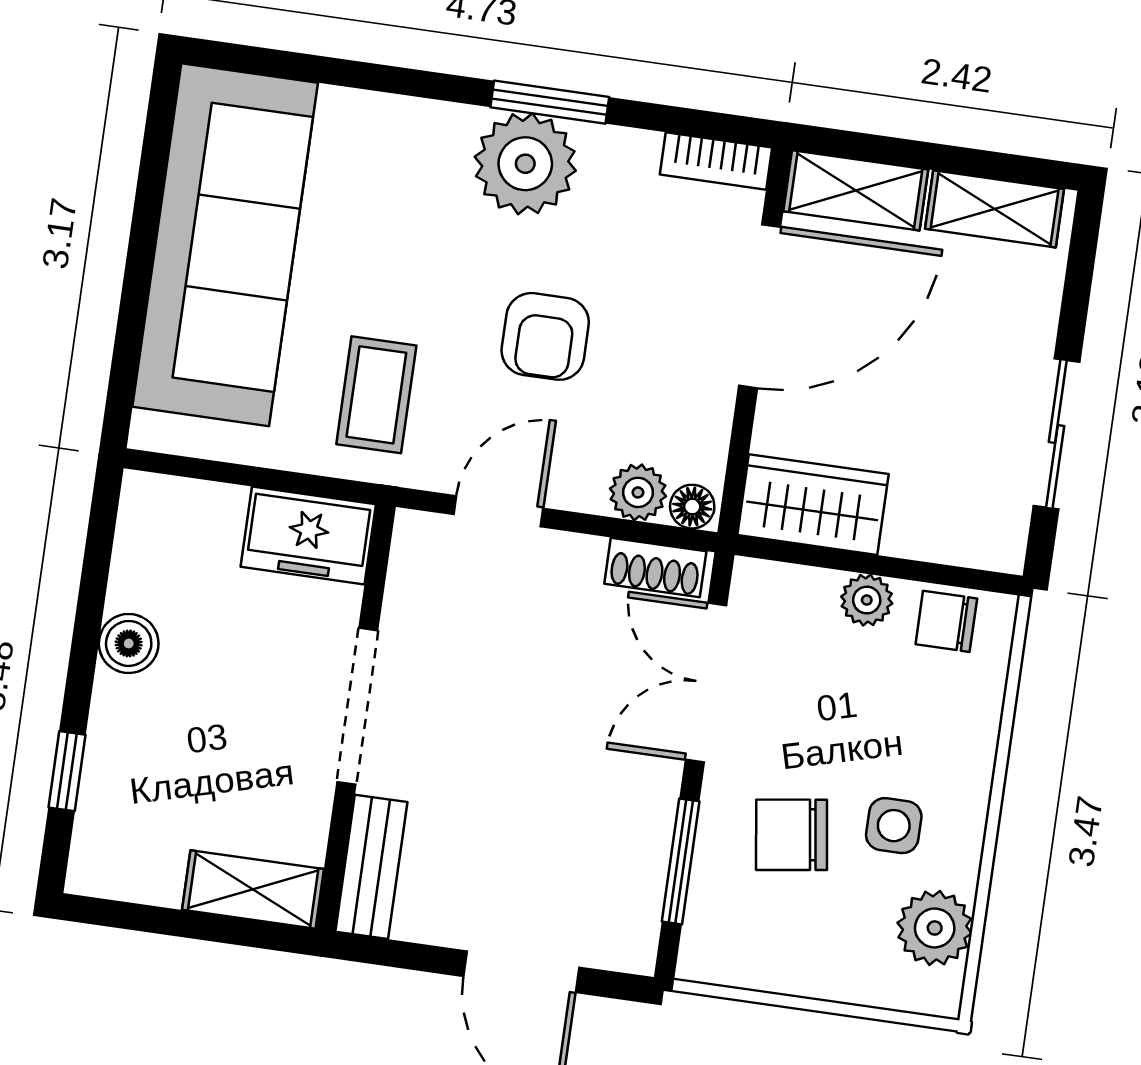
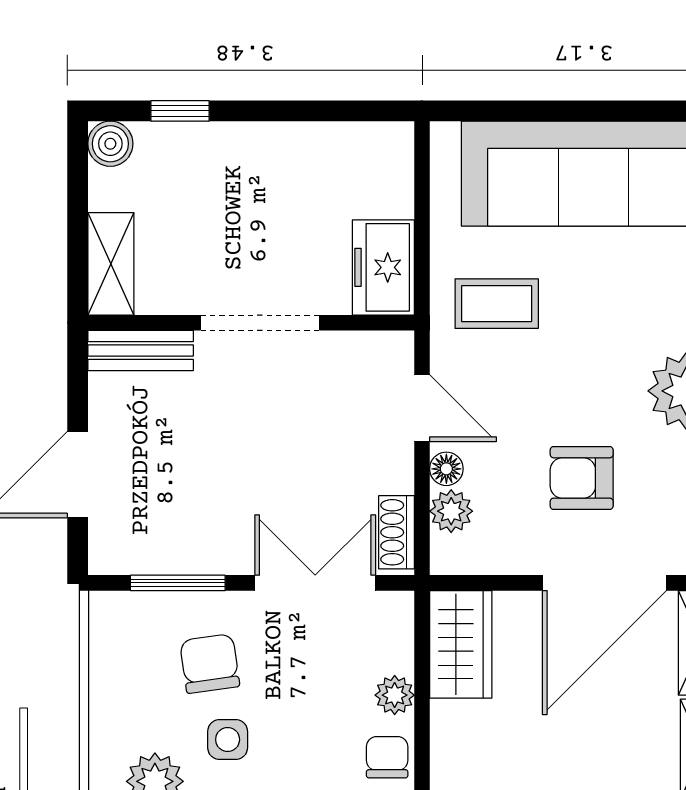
door: (760, 306) -> (604, 583), hinge flipped
armchair: (545, 336) -> (582, 478), moved
floor lamp: (692, 507) -> (446, 469), moved
boiler: (129, 643) -> (110, 144), moved

